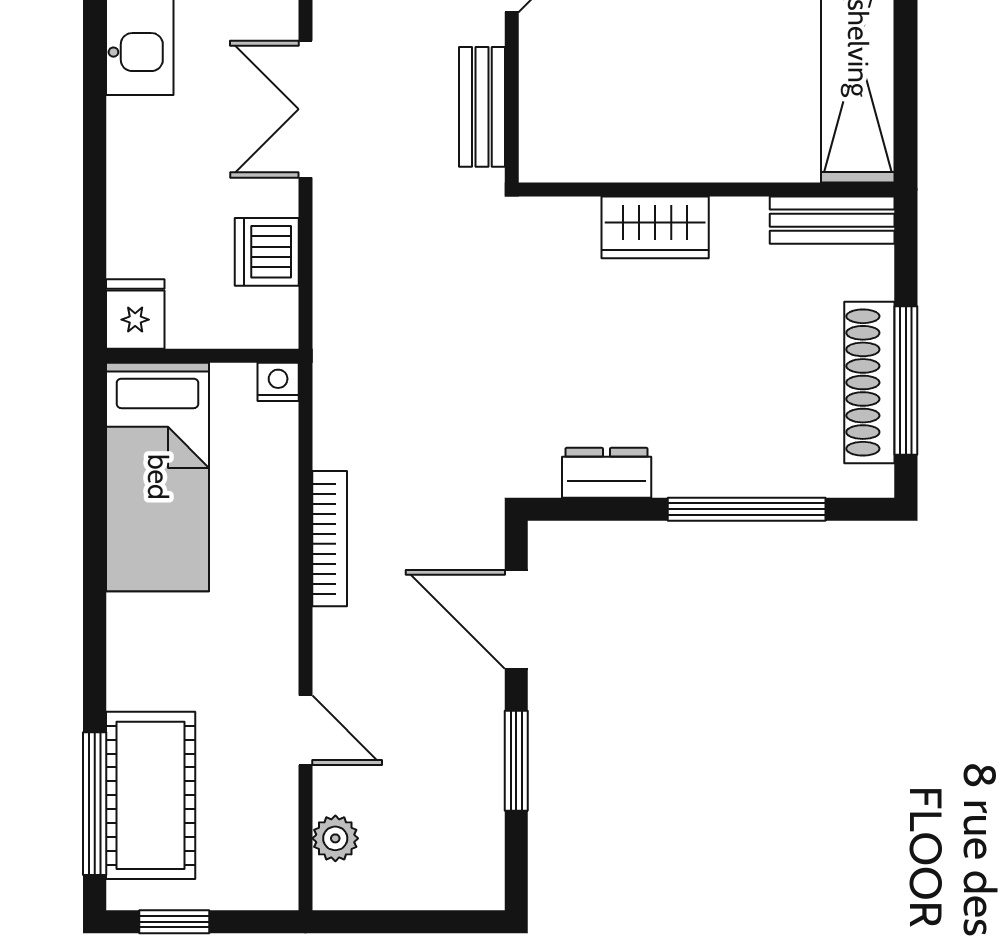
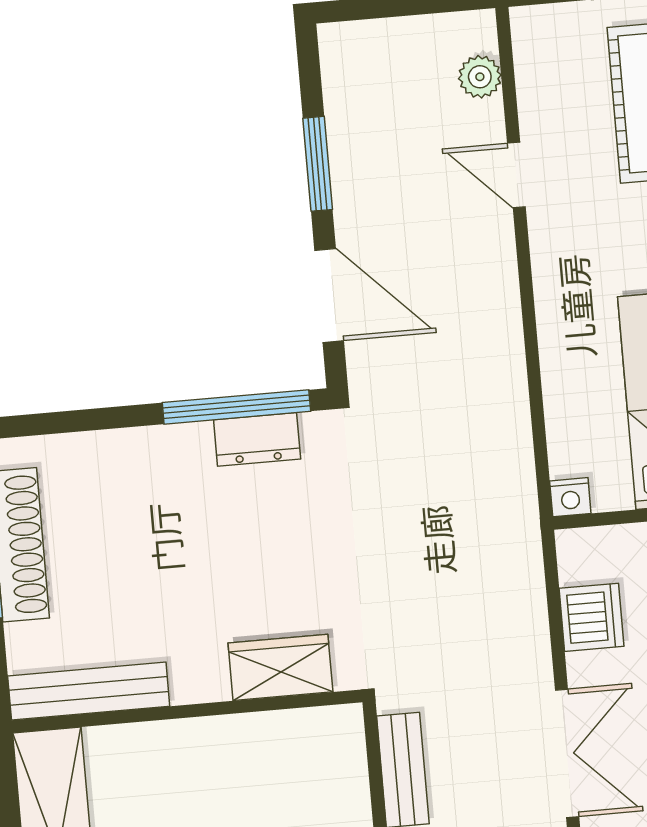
bench: (832, 220) -> (89, 691), width x1.36
wardrobe: (655, 227) -> (280, 667), moved
window: (747, 509) -> (236, 407), moved
bookcase: (330, 539) -> (510, 355), removed

